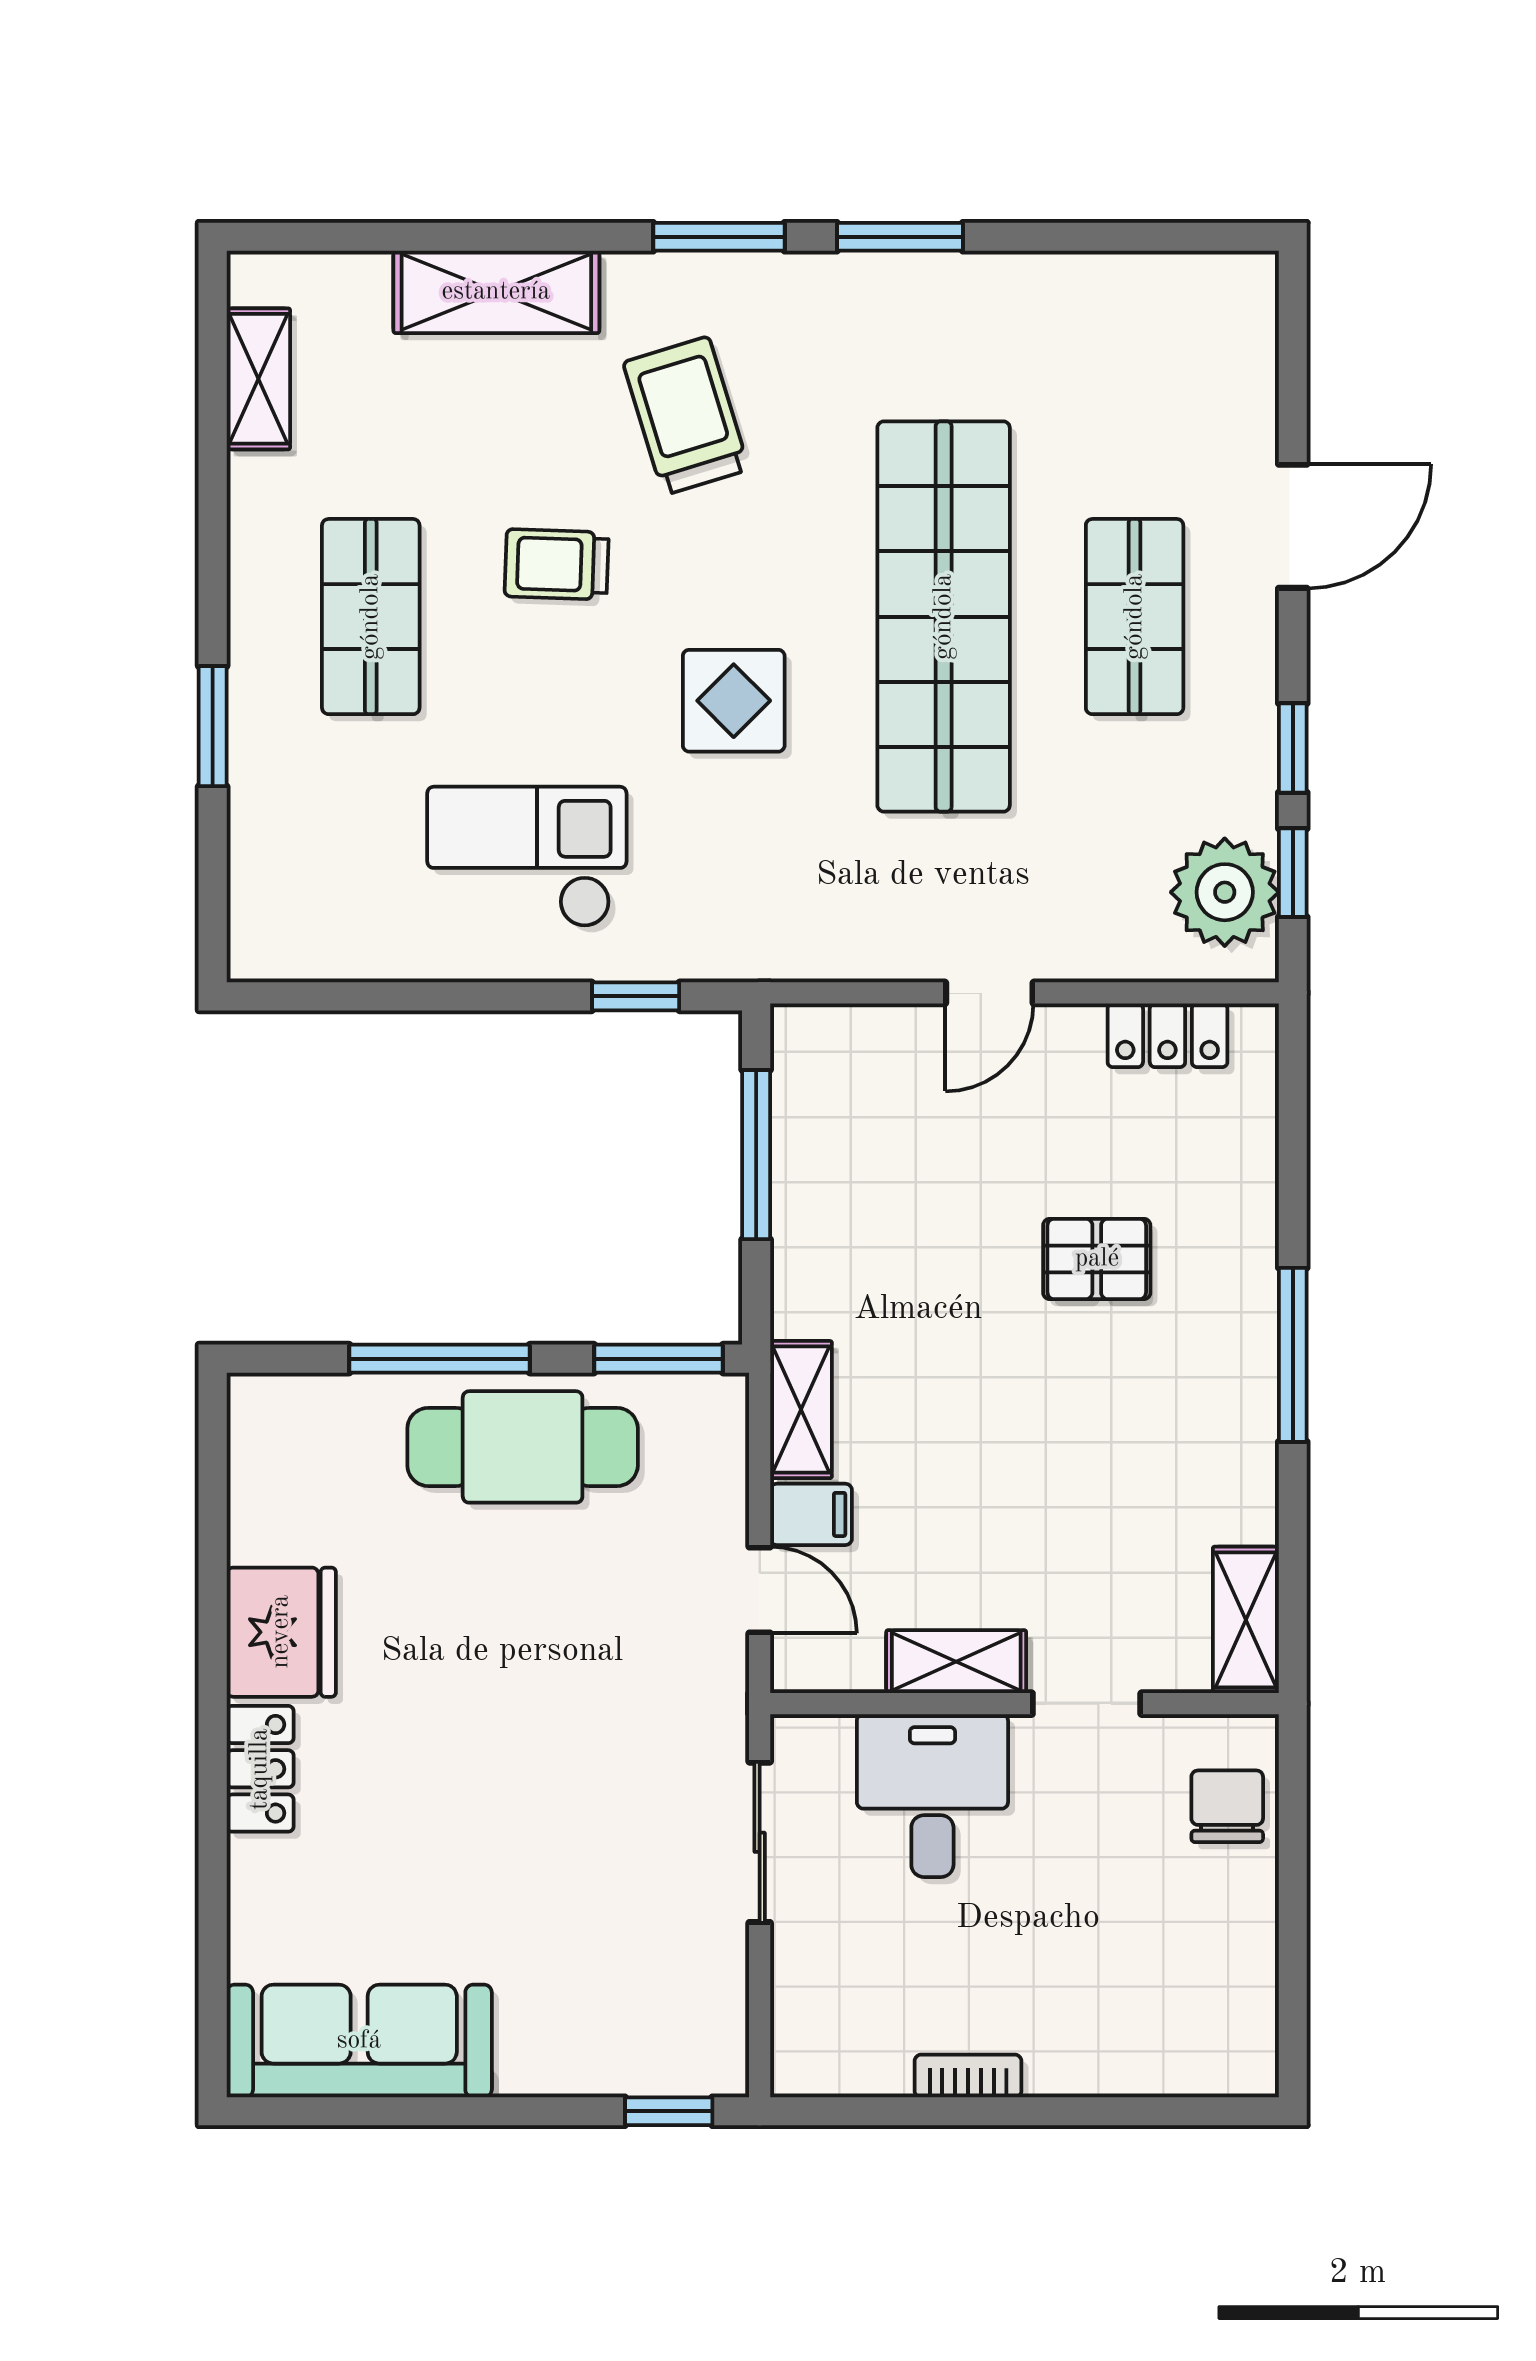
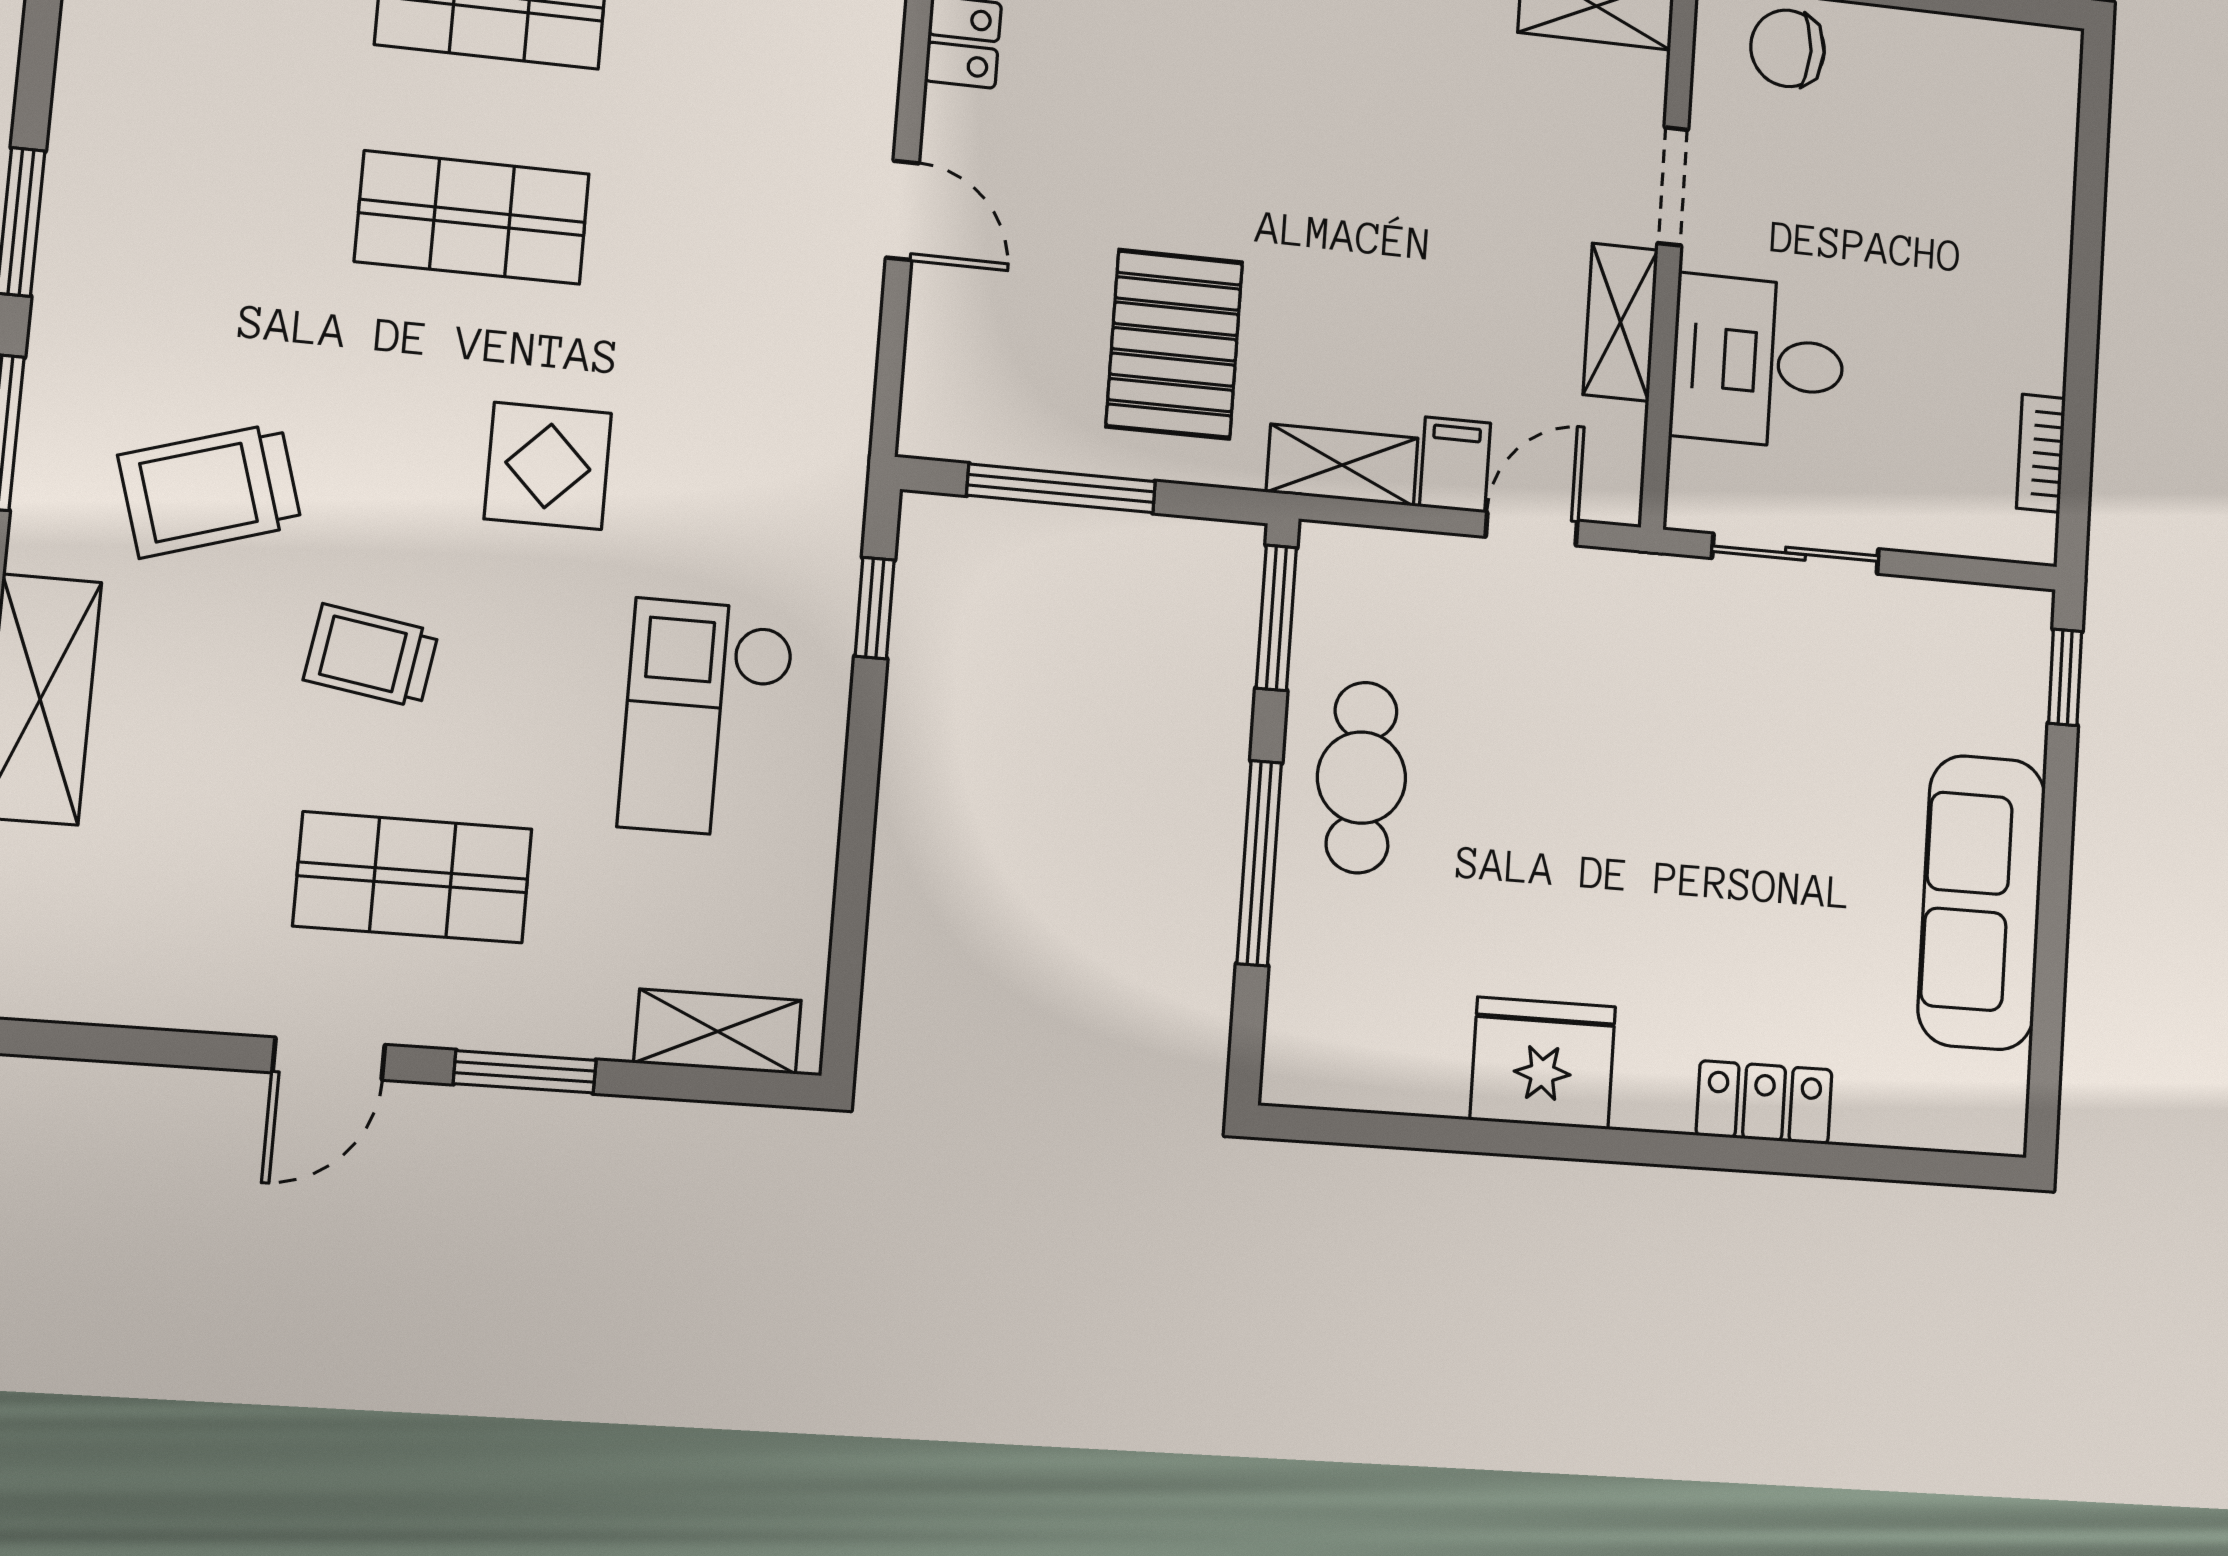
shelving: (258, 379) -> (718, 1031), moved
door: (213, 560) -> (329, 1059), added
trolley: (557, 564) -> (371, 656), turned 97
shop shelf: (944, 617) -> (472, 218), width x0.50, depth x0.74
pallet: (1097, 1259) -> (1174, 344), moved, width x1.50, depth x1.42
cafe table: (523, 1447) -> (1361, 778), width x0.73, depth x0.74
locker: (260, 1769) -> (1764, 1102), moved
sofa: (359, 2041) -> (1982, 902), moved
bookcase: (968, 2076) -> (2041, 453), moved

